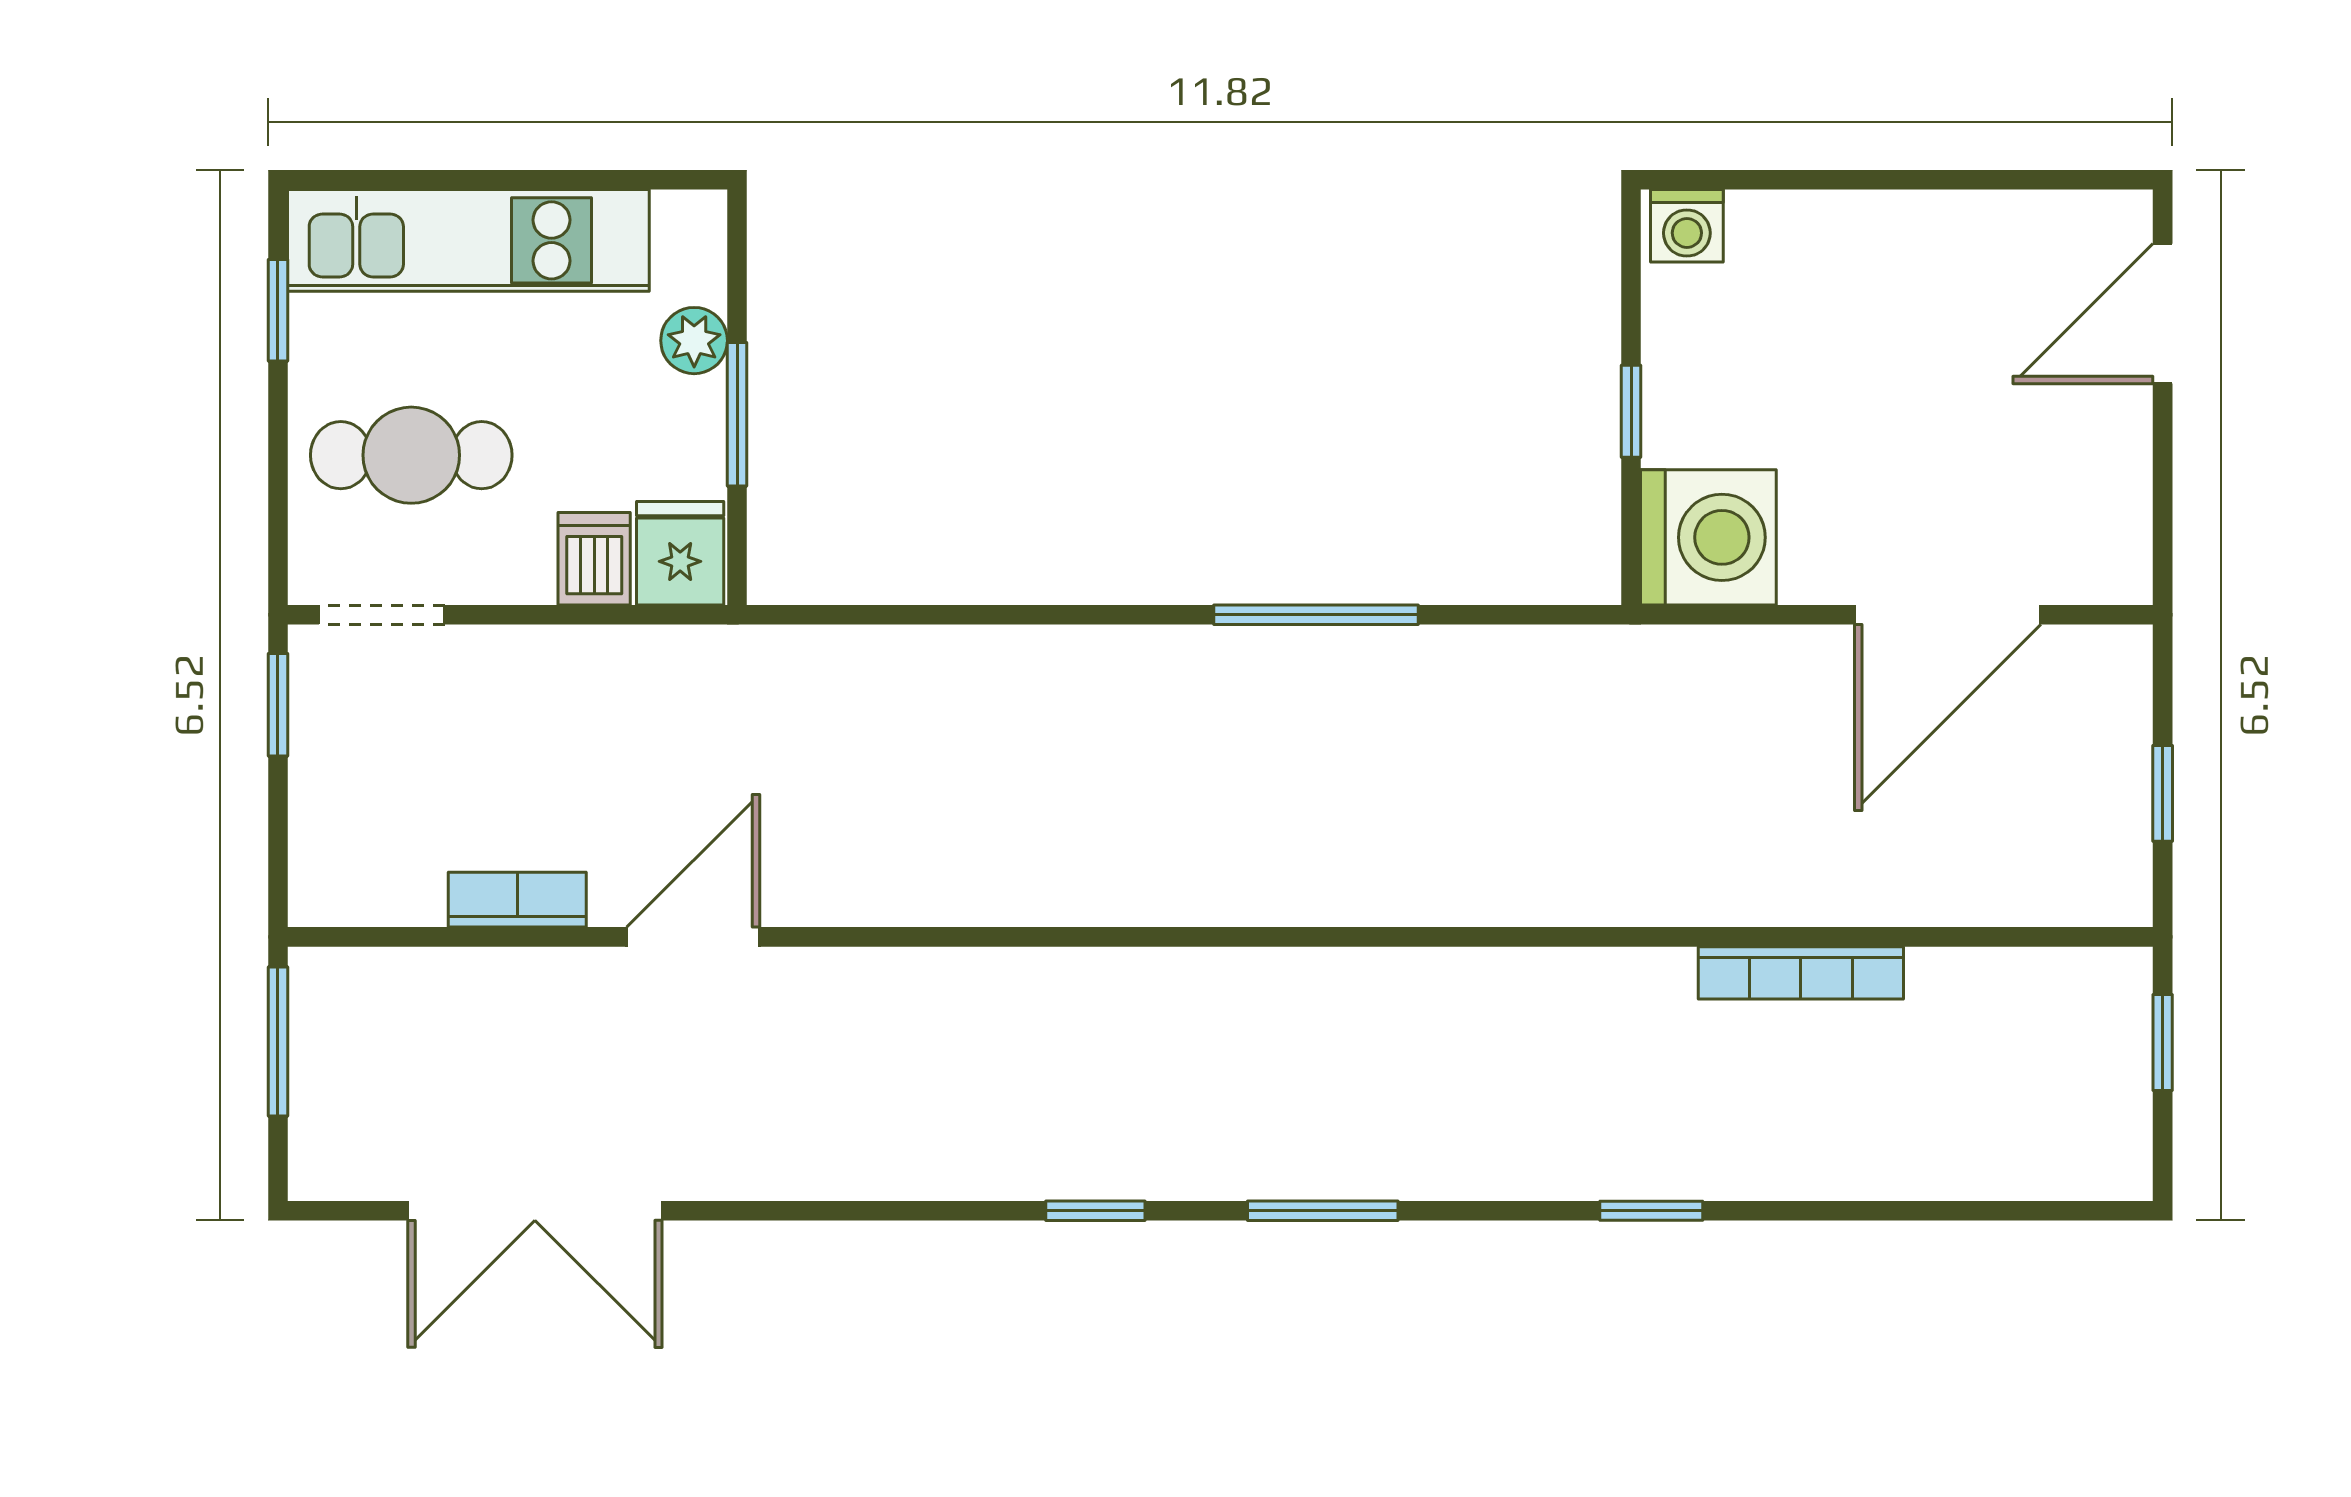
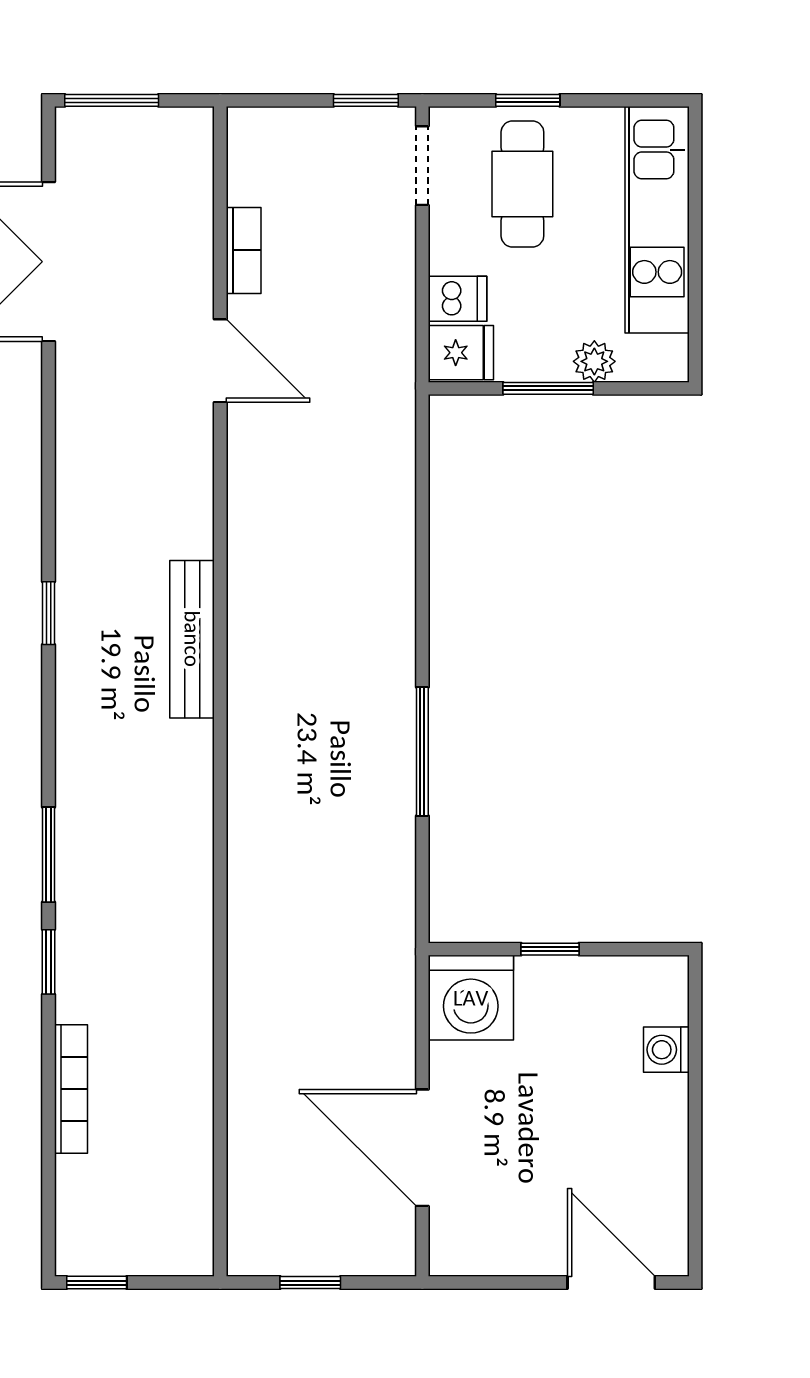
washing machine: (1687, 226) -> (666, 1050), moved
window: (278, 310) -> (528, 100), moved
bookcase: (1801, 973) -> (71, 1089), moved, turned 180
bench: (1137, 982) -> (192, 639), added
window: (278, 1042) -> (112, 100), moved
window: (2163, 1043) -> (97, 1283), moved
window: (1323, 1211) -> (48, 855), moved

